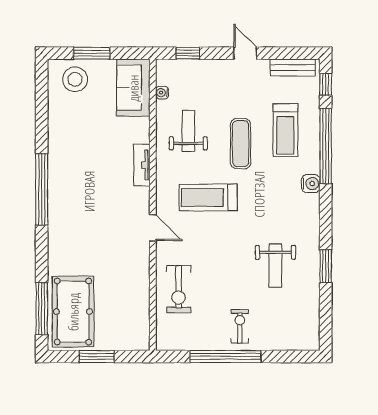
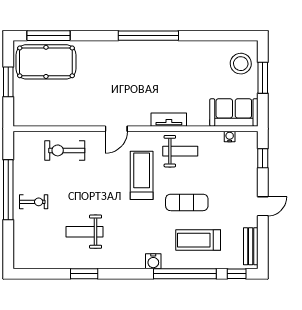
weight bench: (188, 131) -> (180, 151), moved

